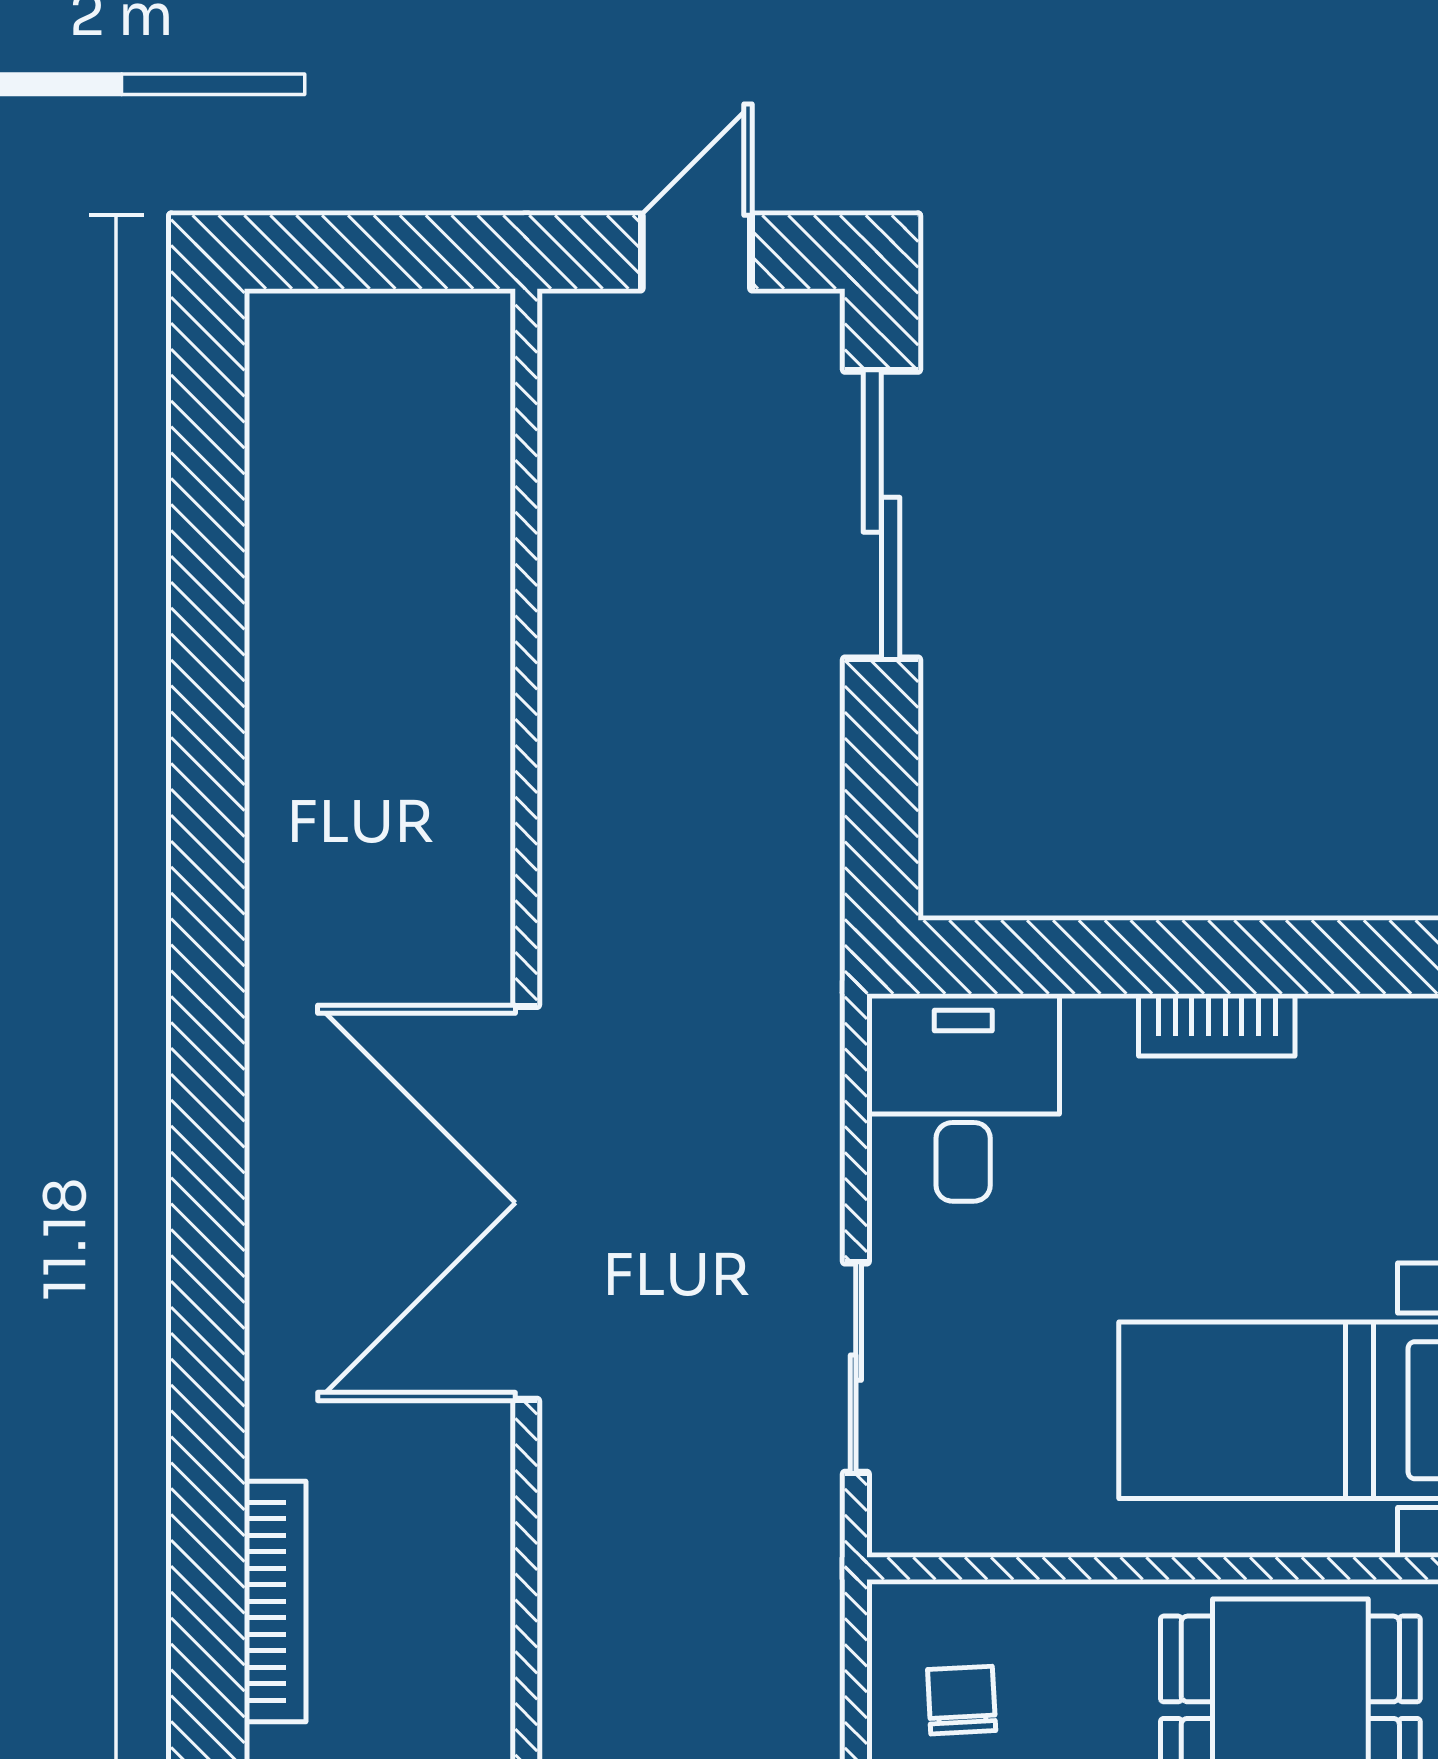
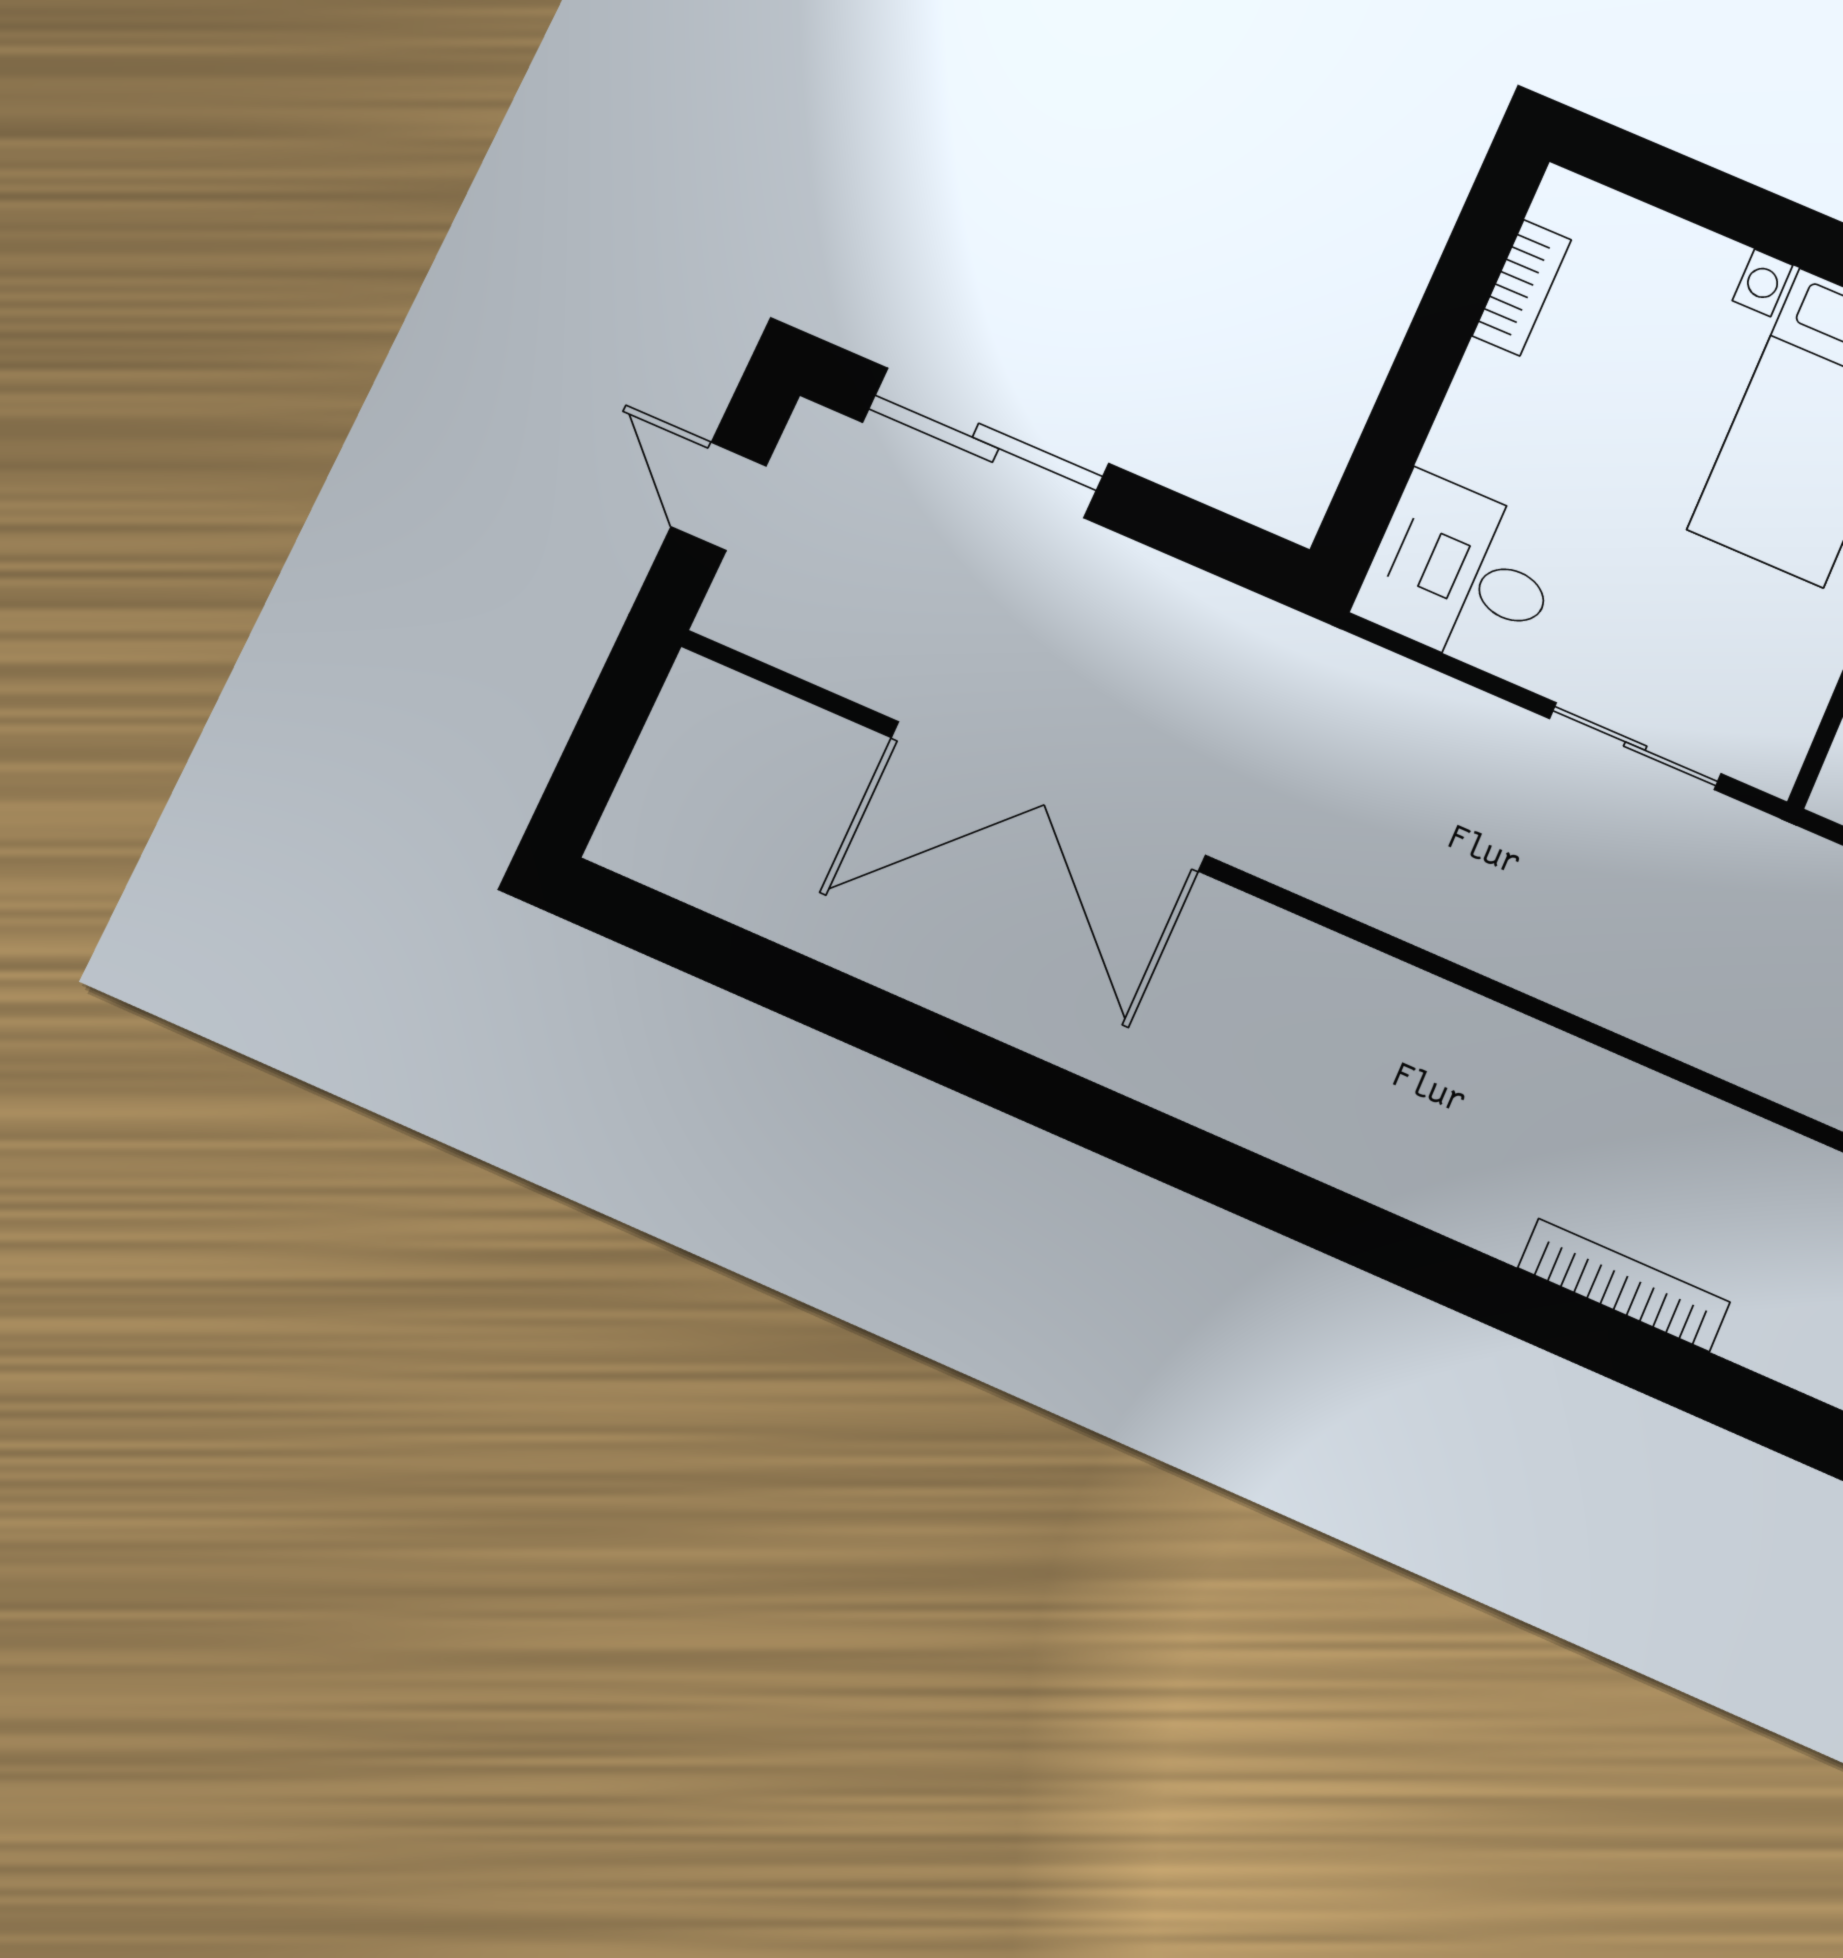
bookcase: (1217, 1025) -> (1522, 288), moved
double door: (526, 1203) -> (1048, 796), moved

